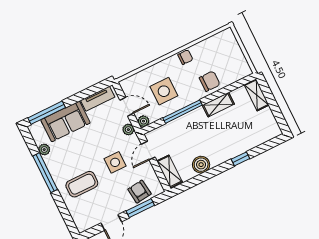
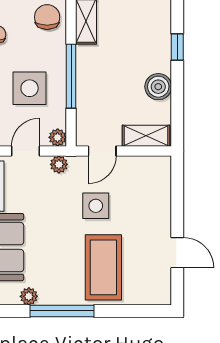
door: (148, 151) -> (102, 151), hinge flipped
window: (240, 159) -> (177, 47), moved
coffee table: (82, 184) -> (103, 267), width x1.36, depth x1.32
armchair: (139, 192) -> (154, 192), removed
window: (140, 208) -> (177, 202), removed

